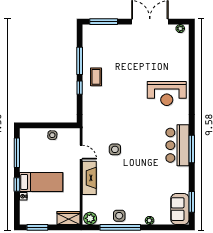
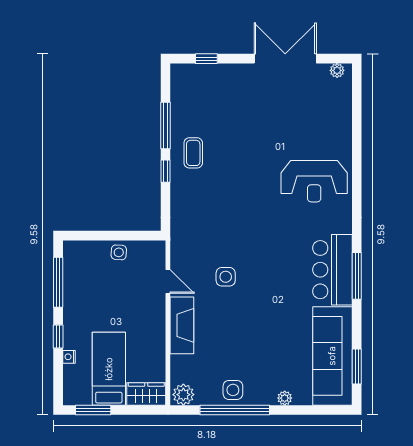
window: (104, 22) -> (206, 59), width x0.46
bed: (41, 182) -> (109, 369), moved, turned -90
sofa: (180, 209) -> (332, 356), width x1.85, depth x1.27

